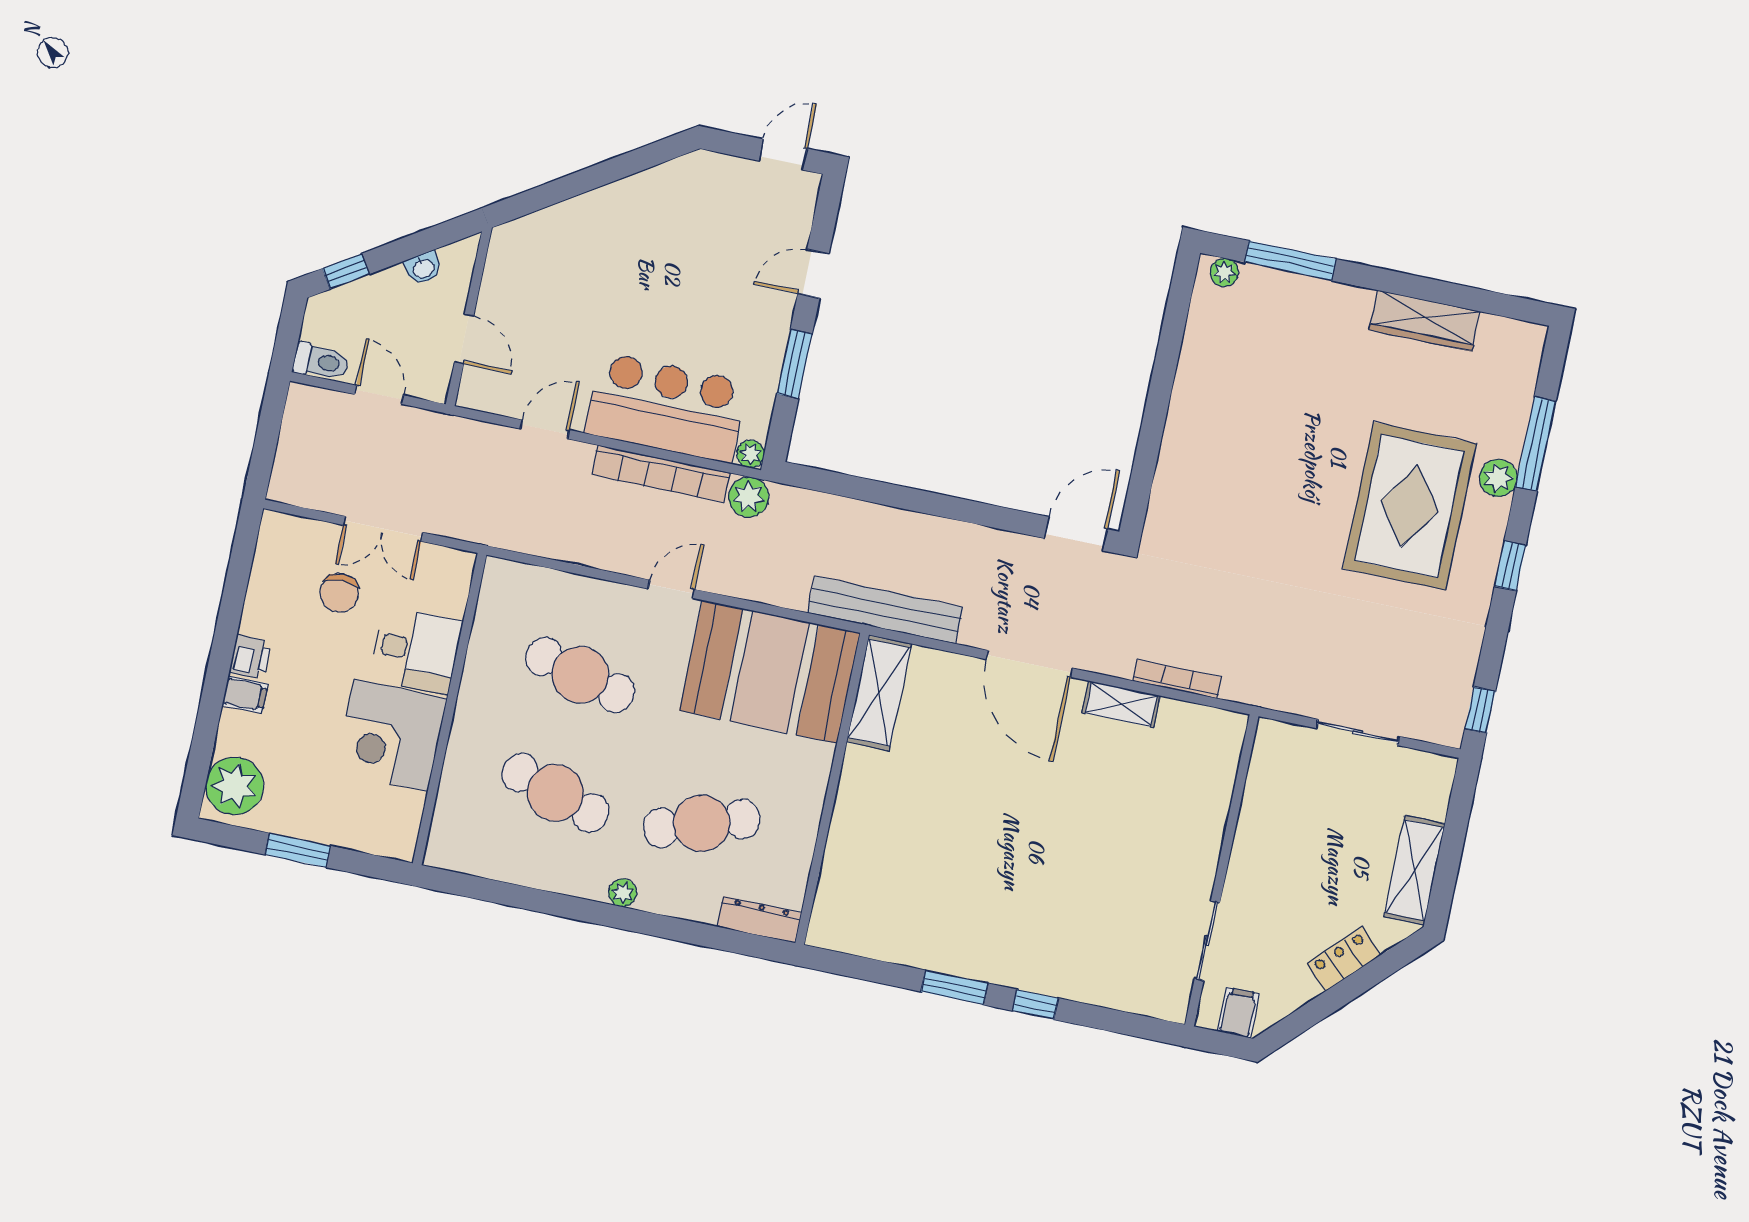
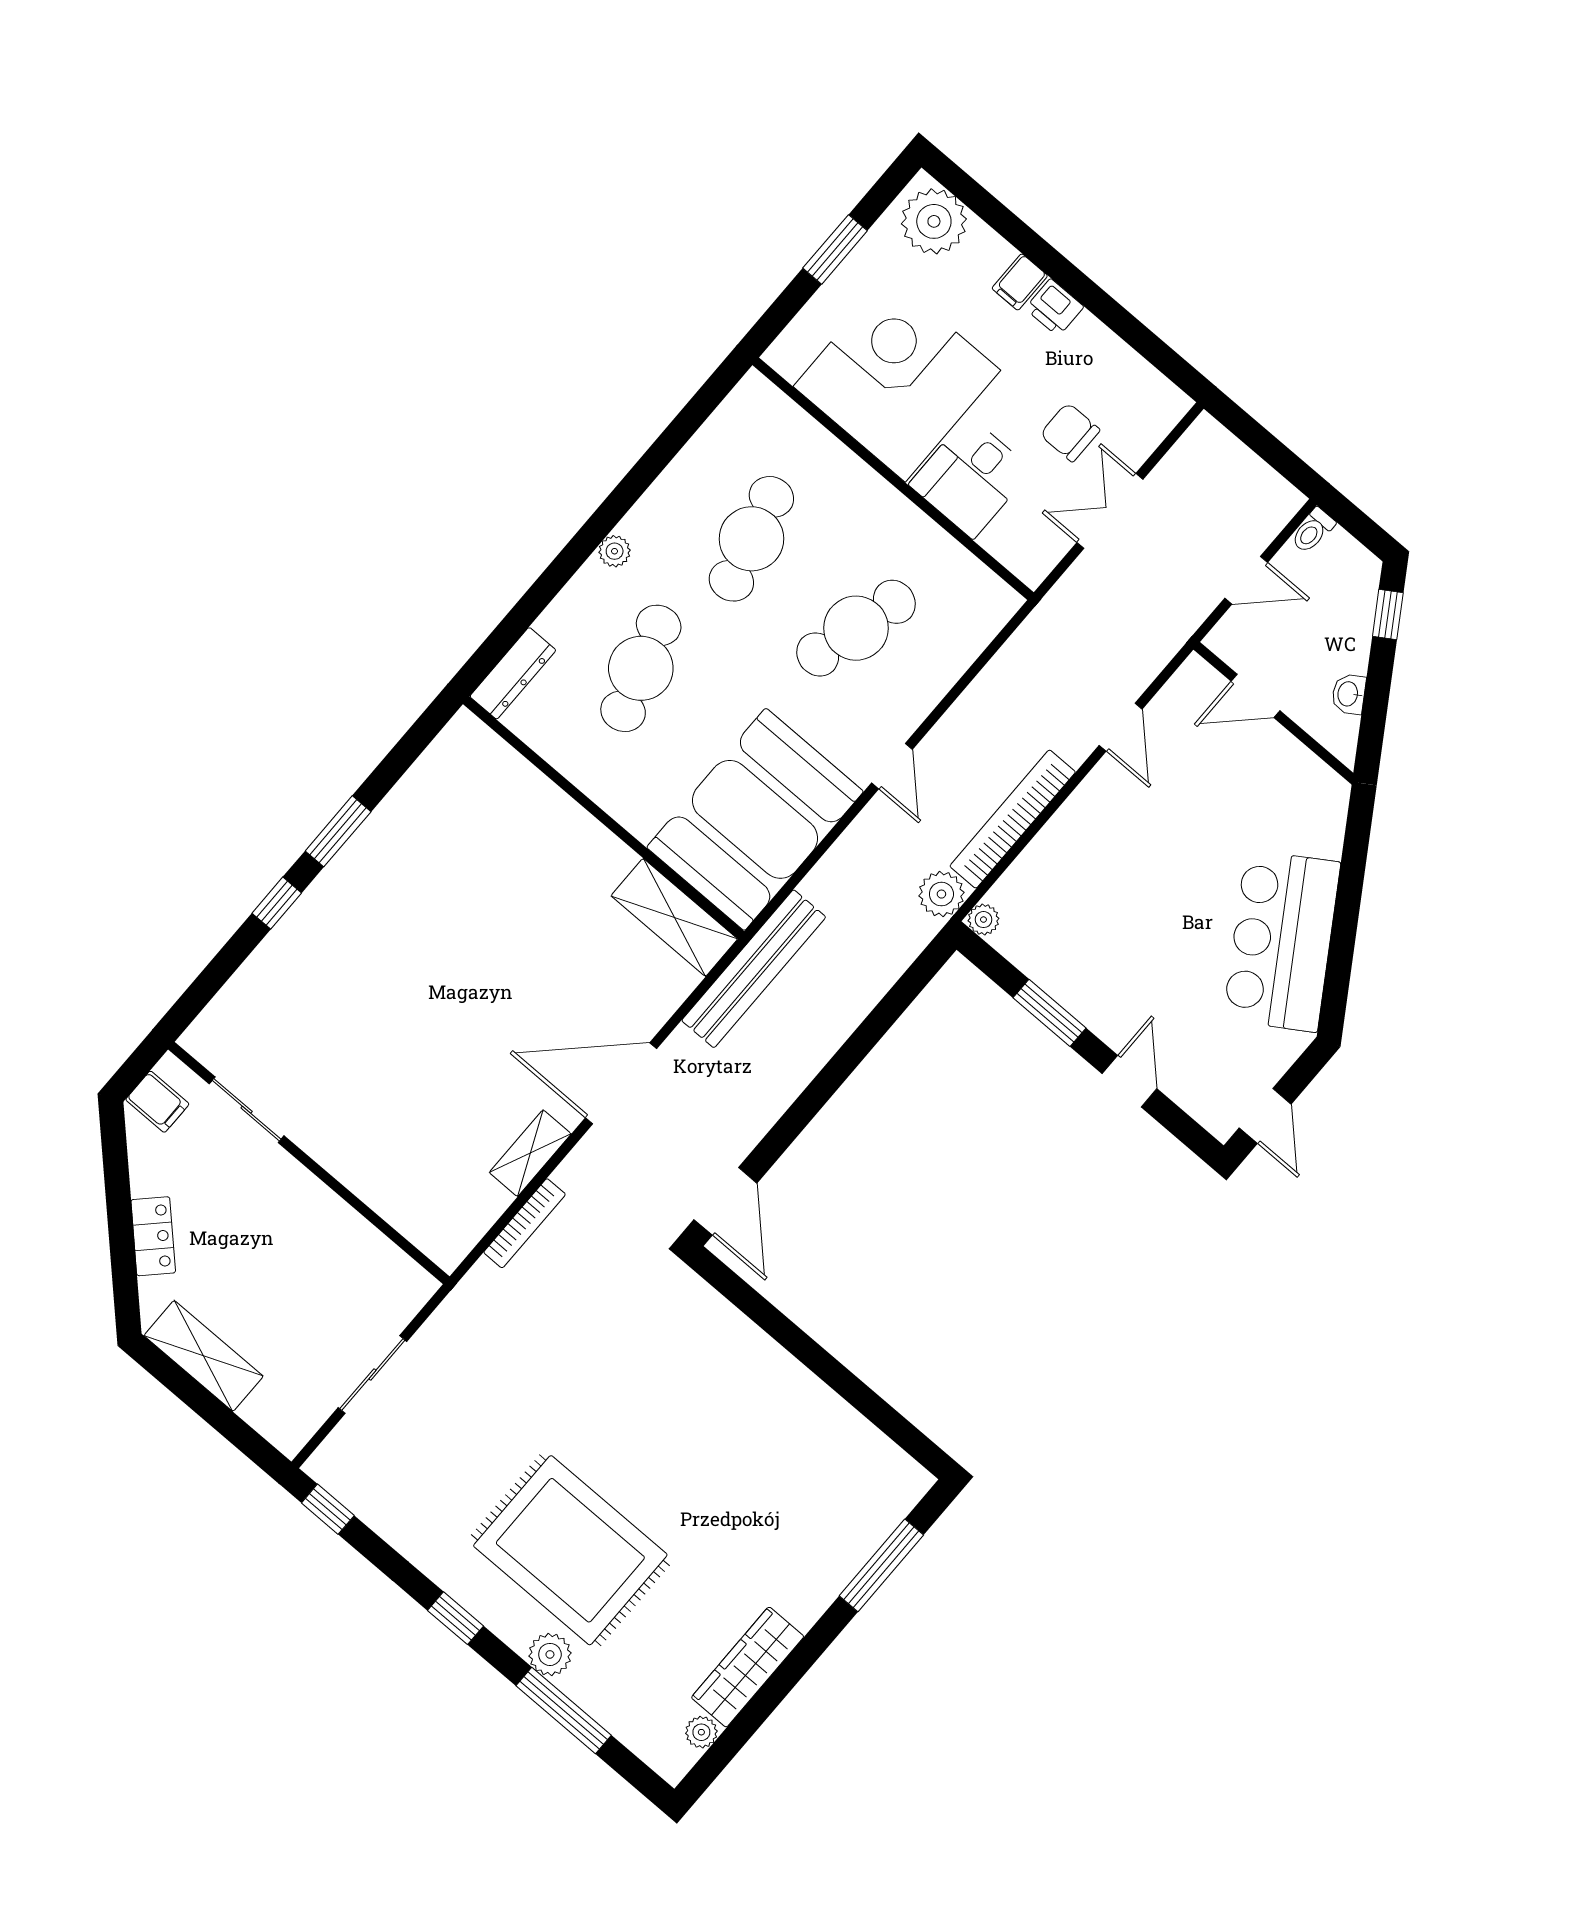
plant: (1224, 272) -> (701, 1732), moved
toilet: (321, 362) -> (1313, 531), width x0.73, depth x0.72
bar counter: (666, 407) -> (1282, 941), moved, turned 147
corner desk: (391, 735) -> (897, 378), width x1.36, depth x1.36
cafe table: (555, 793) -> (751, 539), turned -33

